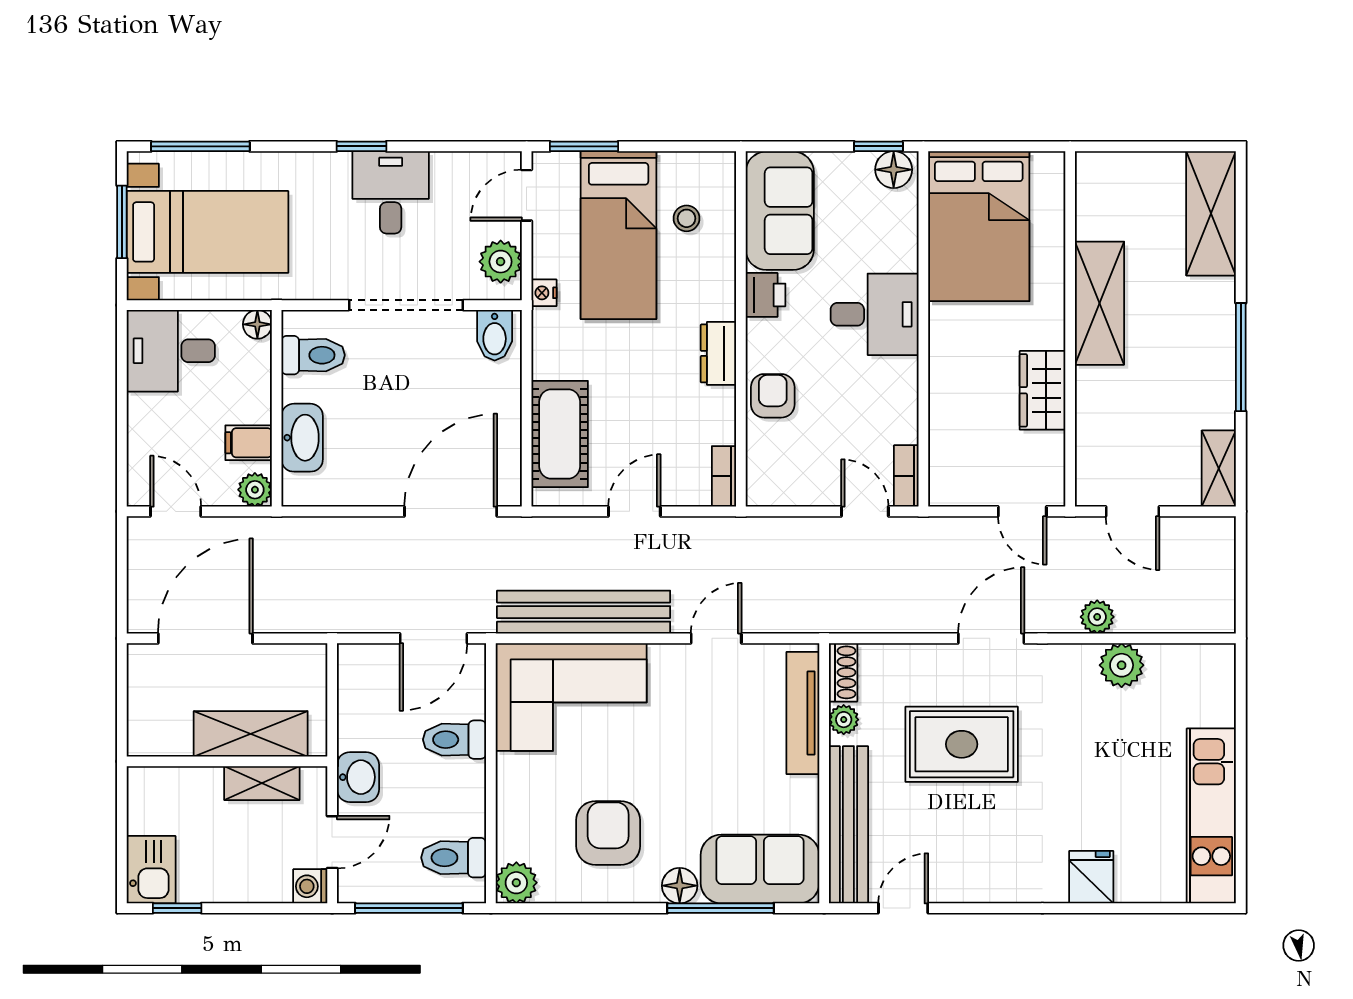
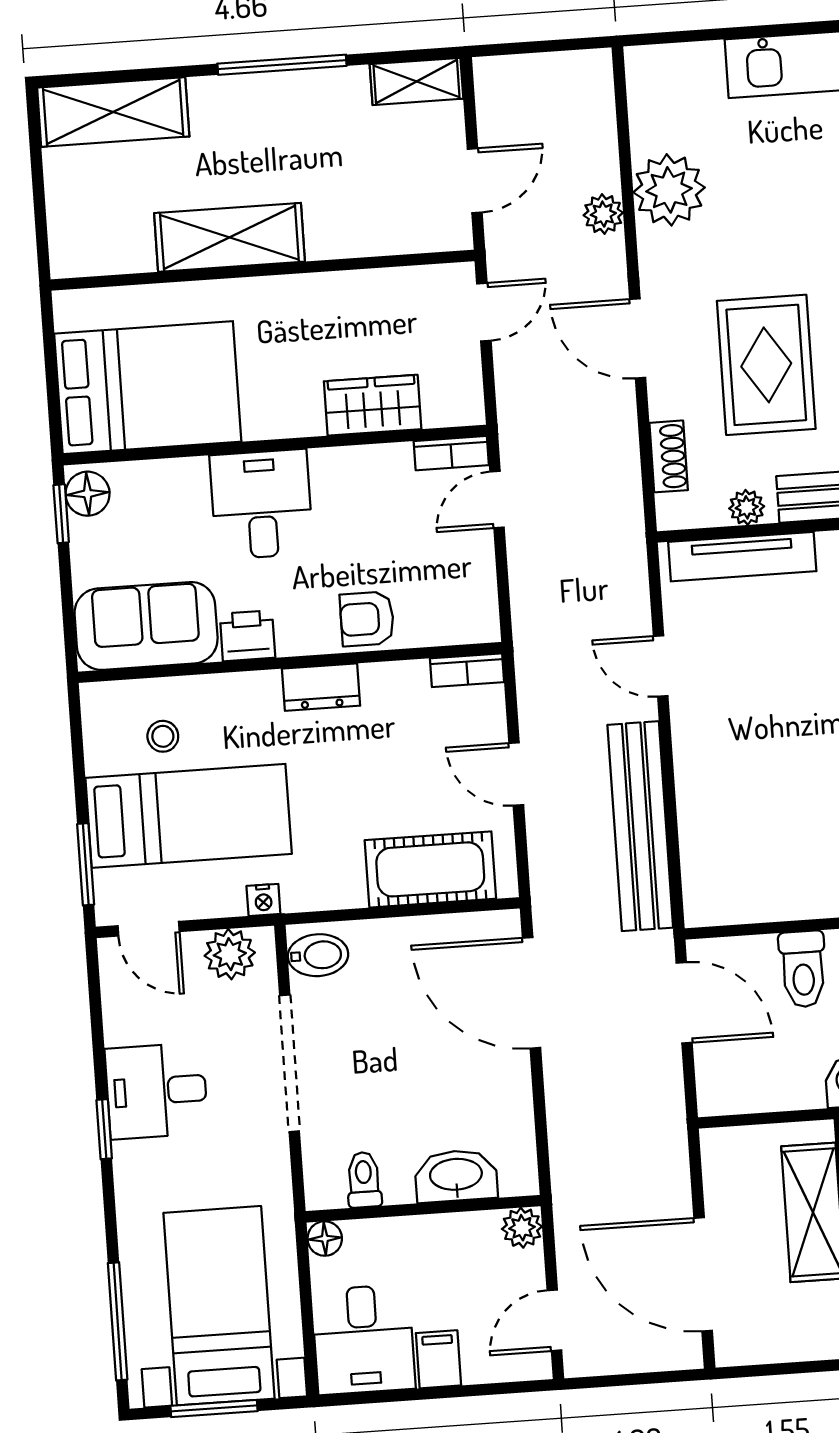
toilet: (313, 355) -> (364, 1180), width x0.73, depth x0.72
wardrobe: (1043, 390) -> (373, 405), moved, turned 180
filing cabinet: (249, 443) -> (439, 1359), moved, turned 180
plant: (1122, 665) -> (669, 190), width x1.36, depth x1.36
shoe rack: (843, 672) -> (669, 456), moved, turned 90
corner sofa: (571, 697) -> (743, 834), removed

